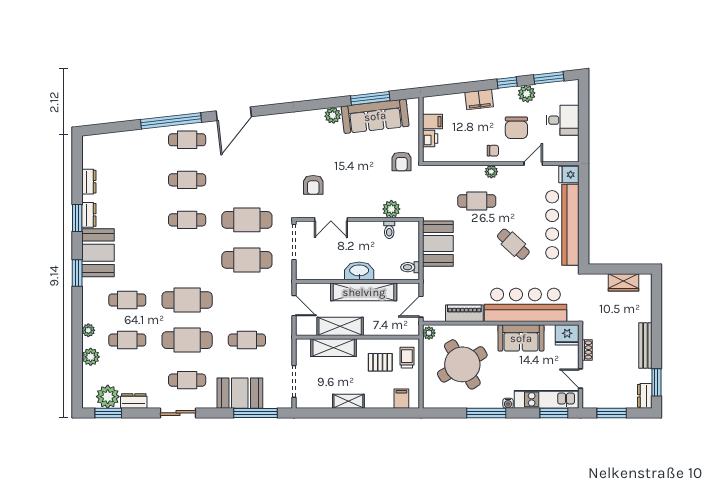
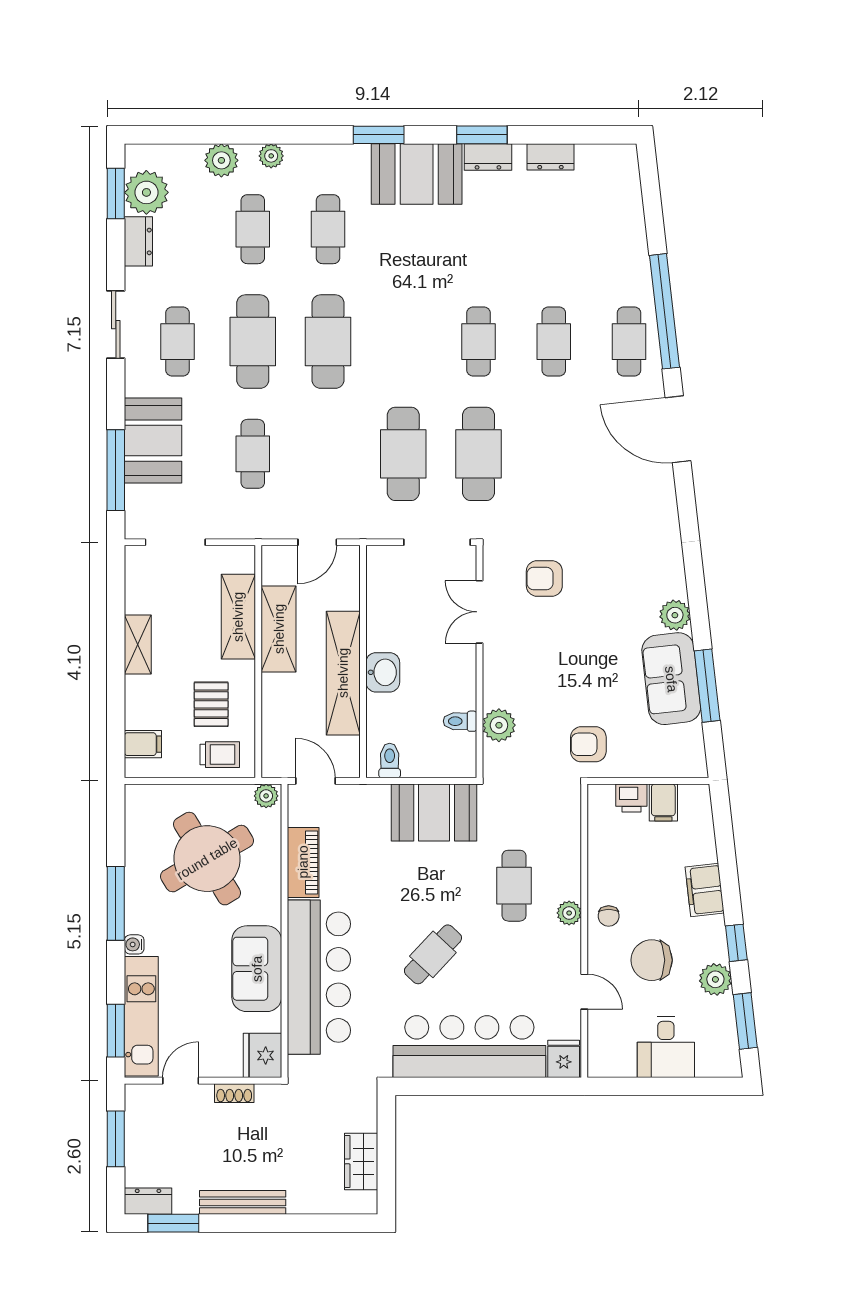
sofa: (375, 116) -> (671, 679), width x0.73
washbasin: (359, 271) -> (383, 672), width x0.72

